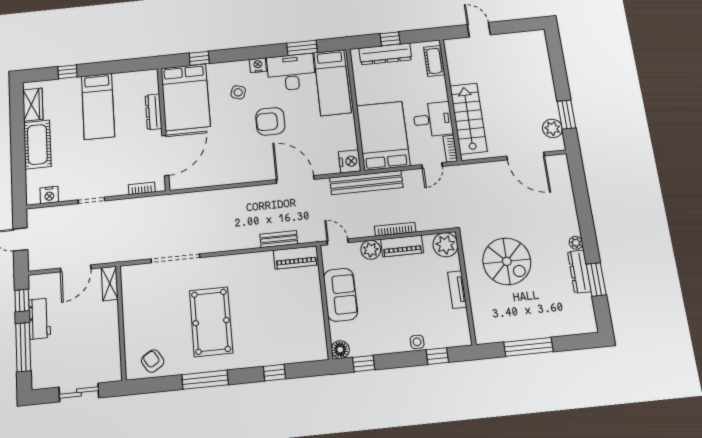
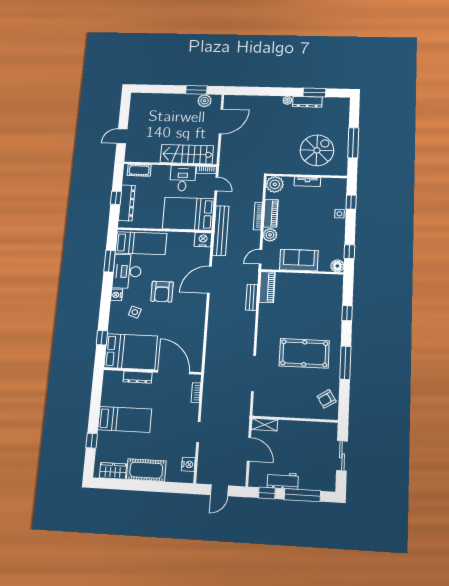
spiral stairs: (507, 261) -> (317, 150), moved

